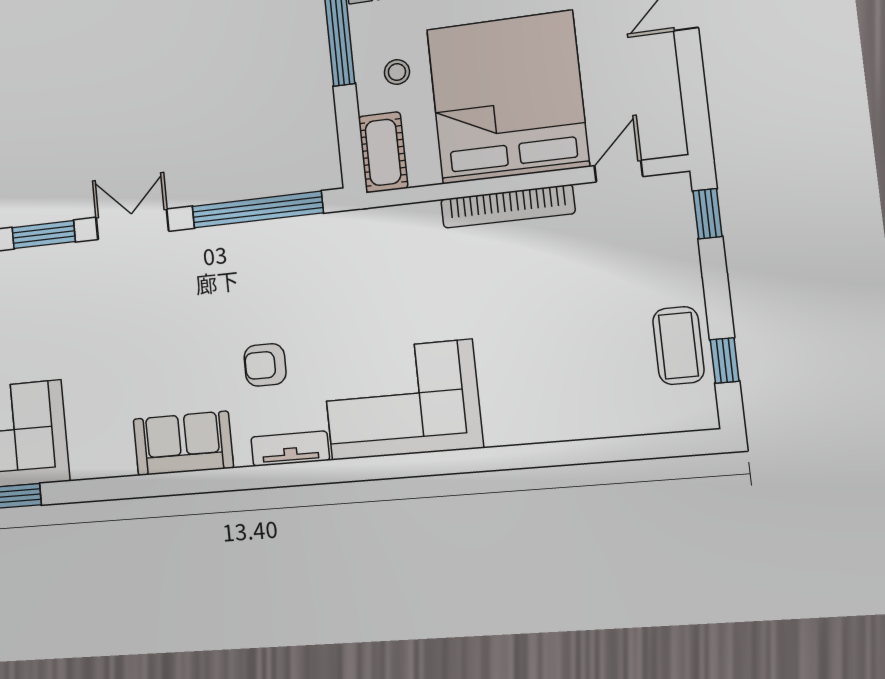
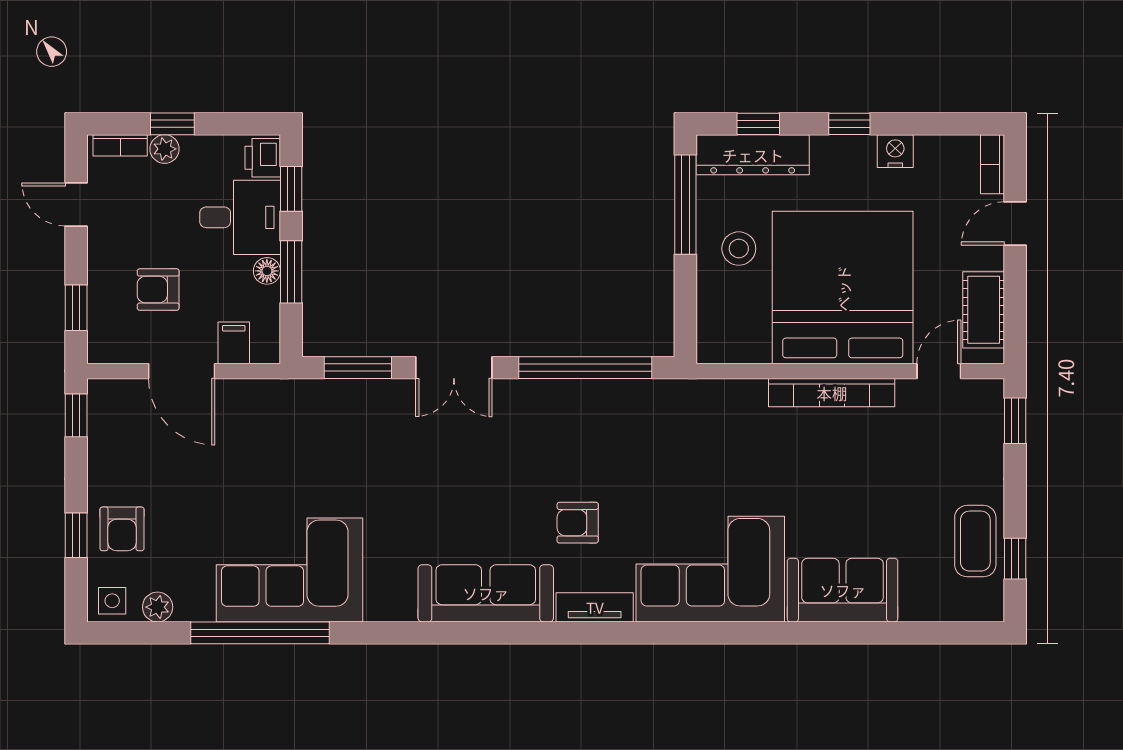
stool: (397, 72) -> (739, 249), width x1.37, depth x1.37
cot: (383, 152) -> (984, 310), moved
double door: (132, 224) -> (454, 368), swing flipped
sofa: (541, 410) -> (843, 590), added
sofa: (183, 443) -> (486, 593), width x1.36

